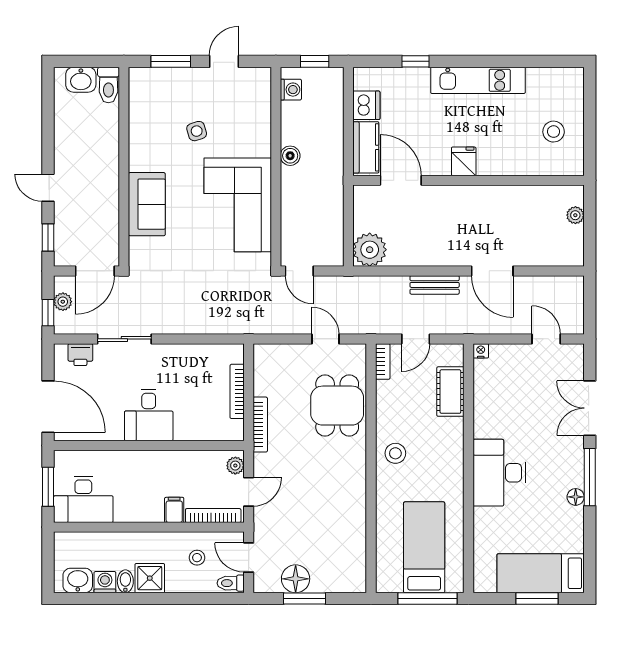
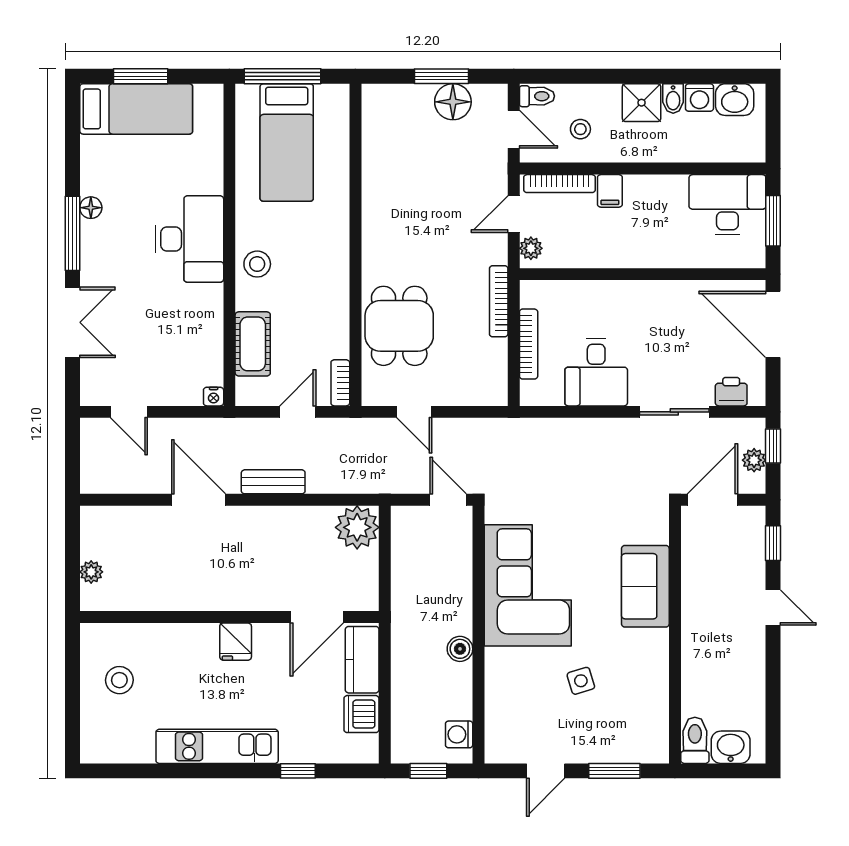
door: (401, 180) -> (317, 617), hinge flipped
desk: (149, 415) -> (596, 372), moved, turned 180
stool: (395, 453) -> (257, 264), moved

